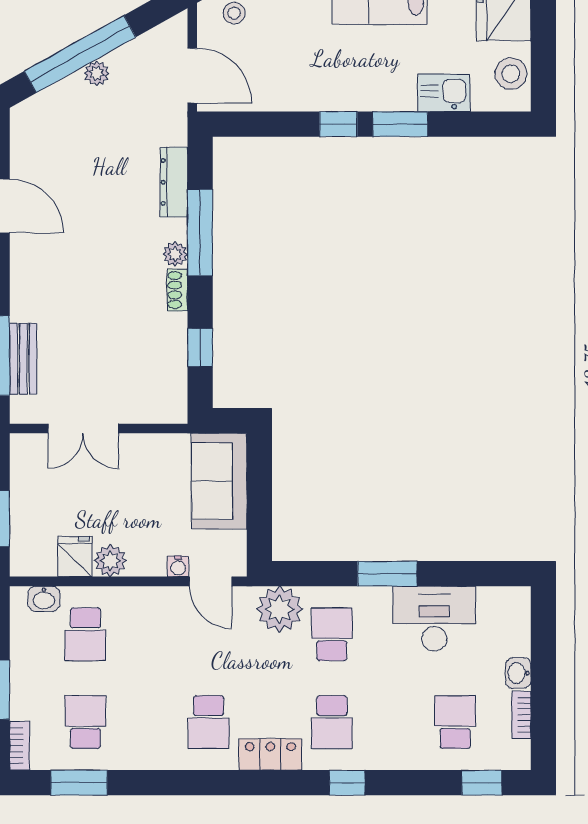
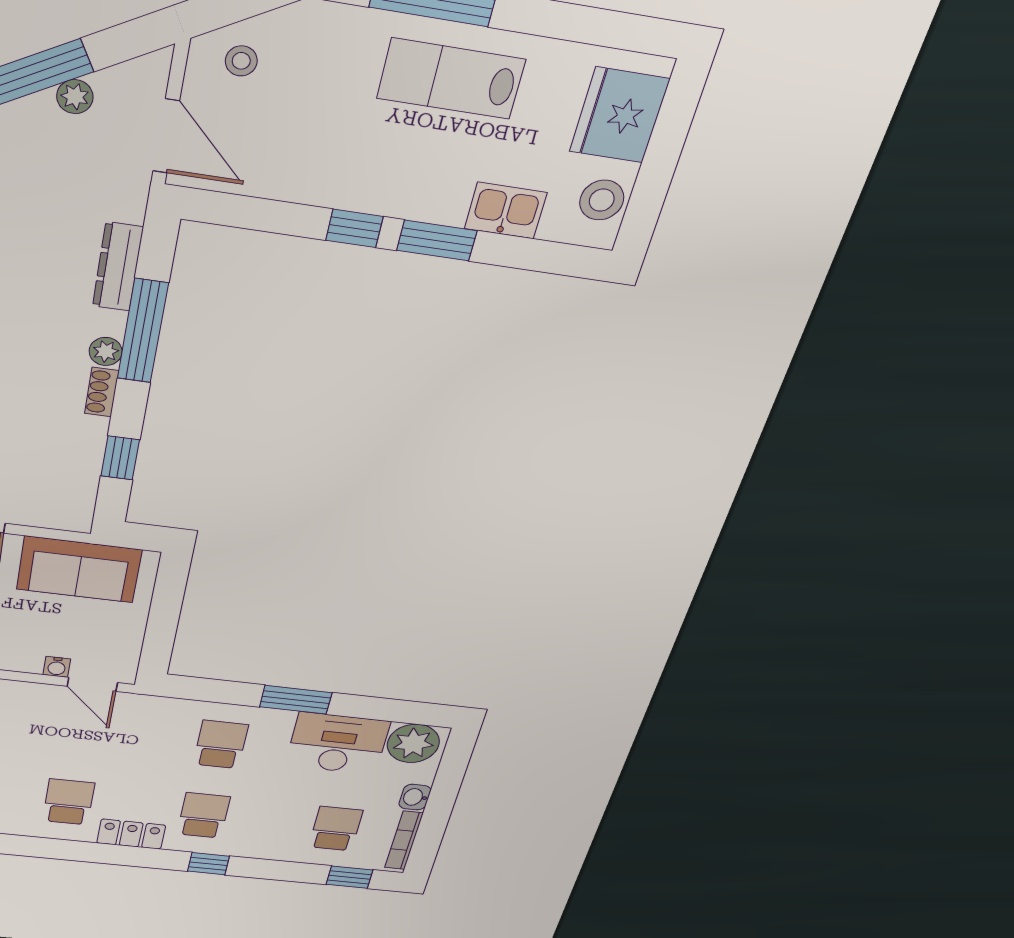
plant: (97, 73) -> (75, 97), moved
sofa: (219, 481) -> (79, 569), moved, turned -90
plant: (280, 609) -> (413, 743), moved
bookcase: (521, 715) -> (404, 840), width x1.56
school desk: (209, 722) -> (69, 802), turned 180
school desk: (332, 722) -> (203, 815), turned 180

